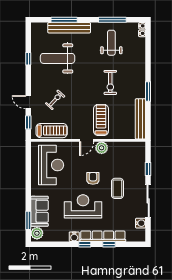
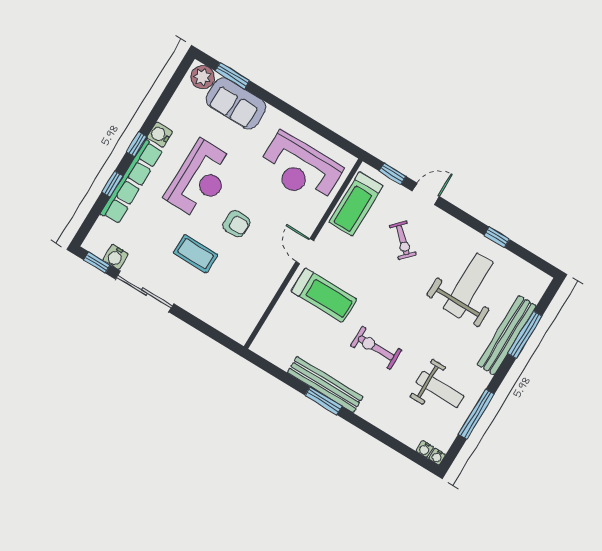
bench: (140, 119) -> (325, 385), moved
plant: (102, 148) -> (278, 268), removed
window: (148, 169) -> (97, 263), moved

